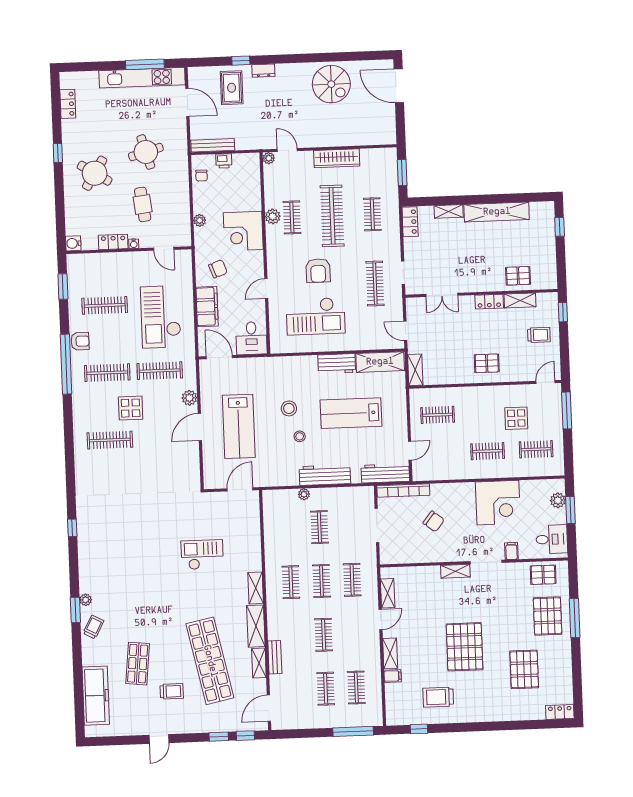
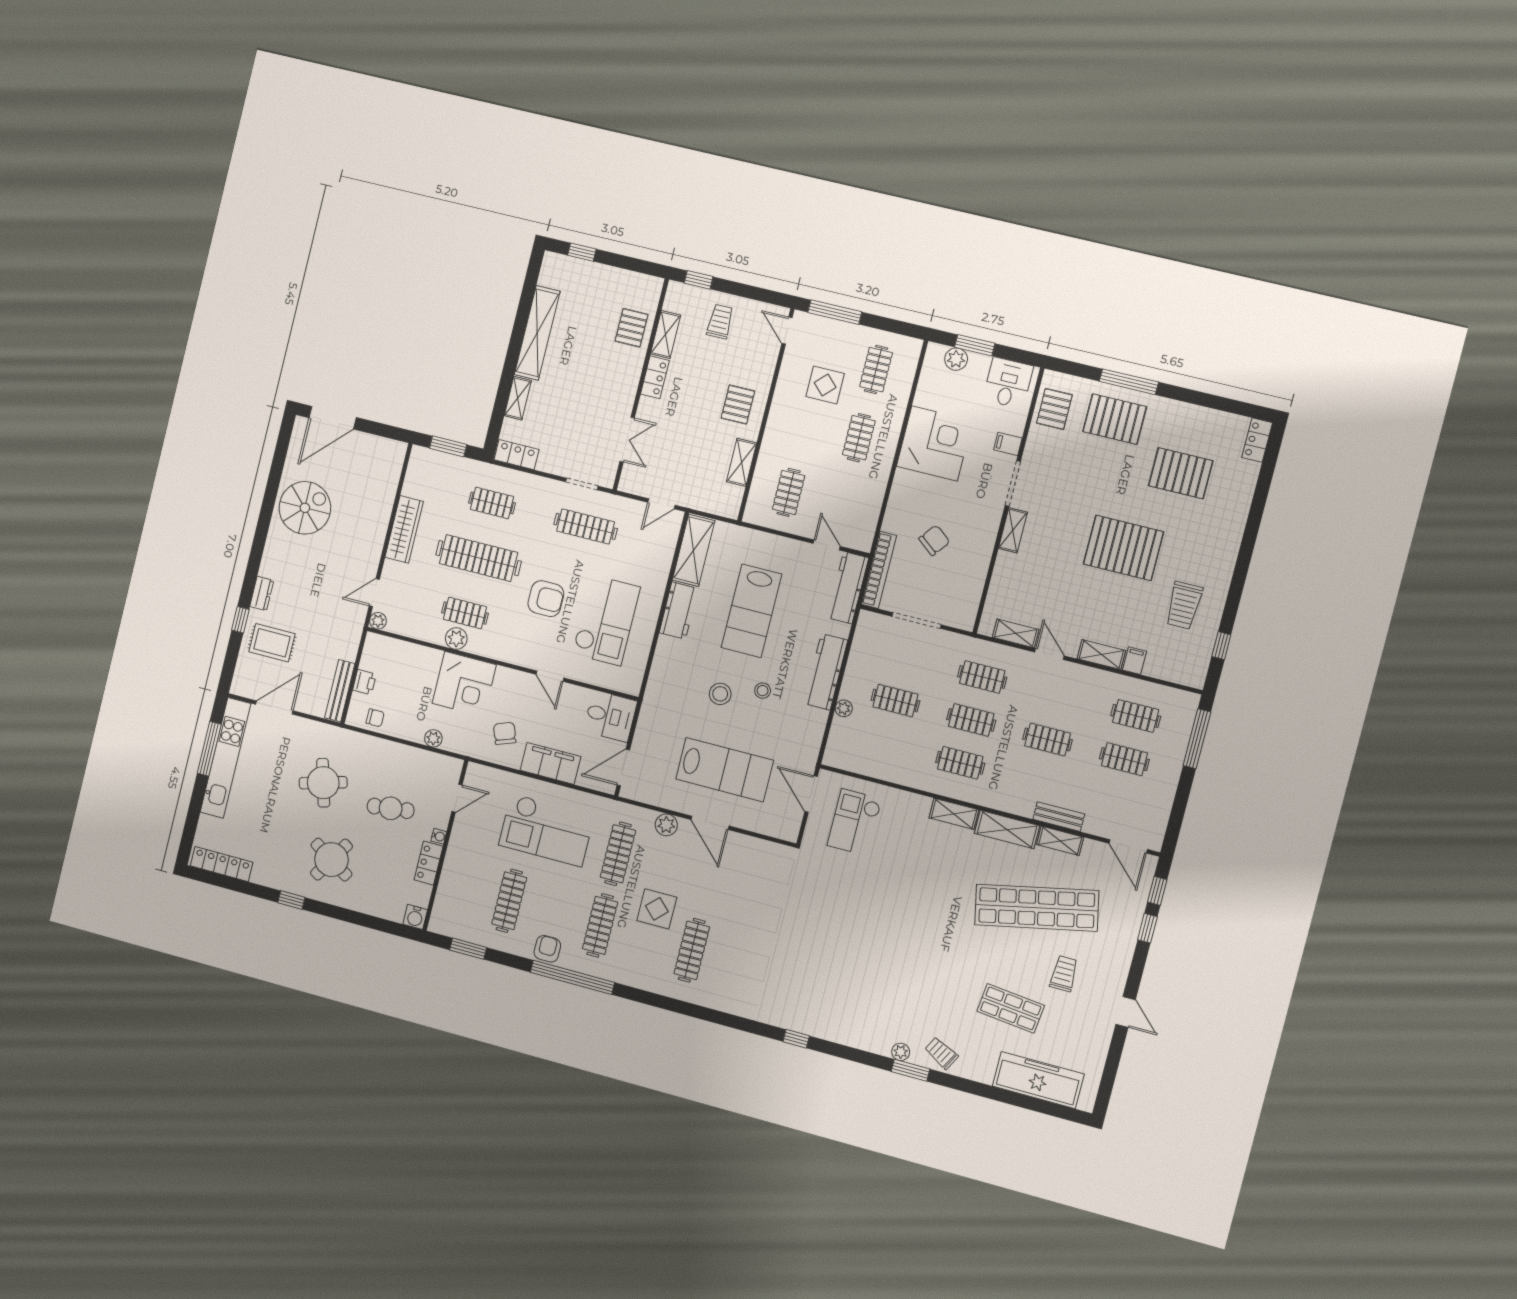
locker: (68, 104) -> (222, 864), width x1.53
shelving: (415, 370) -> (742, 462), moved, turned 90
checkout: (202, 555) -> (854, 822), moved

